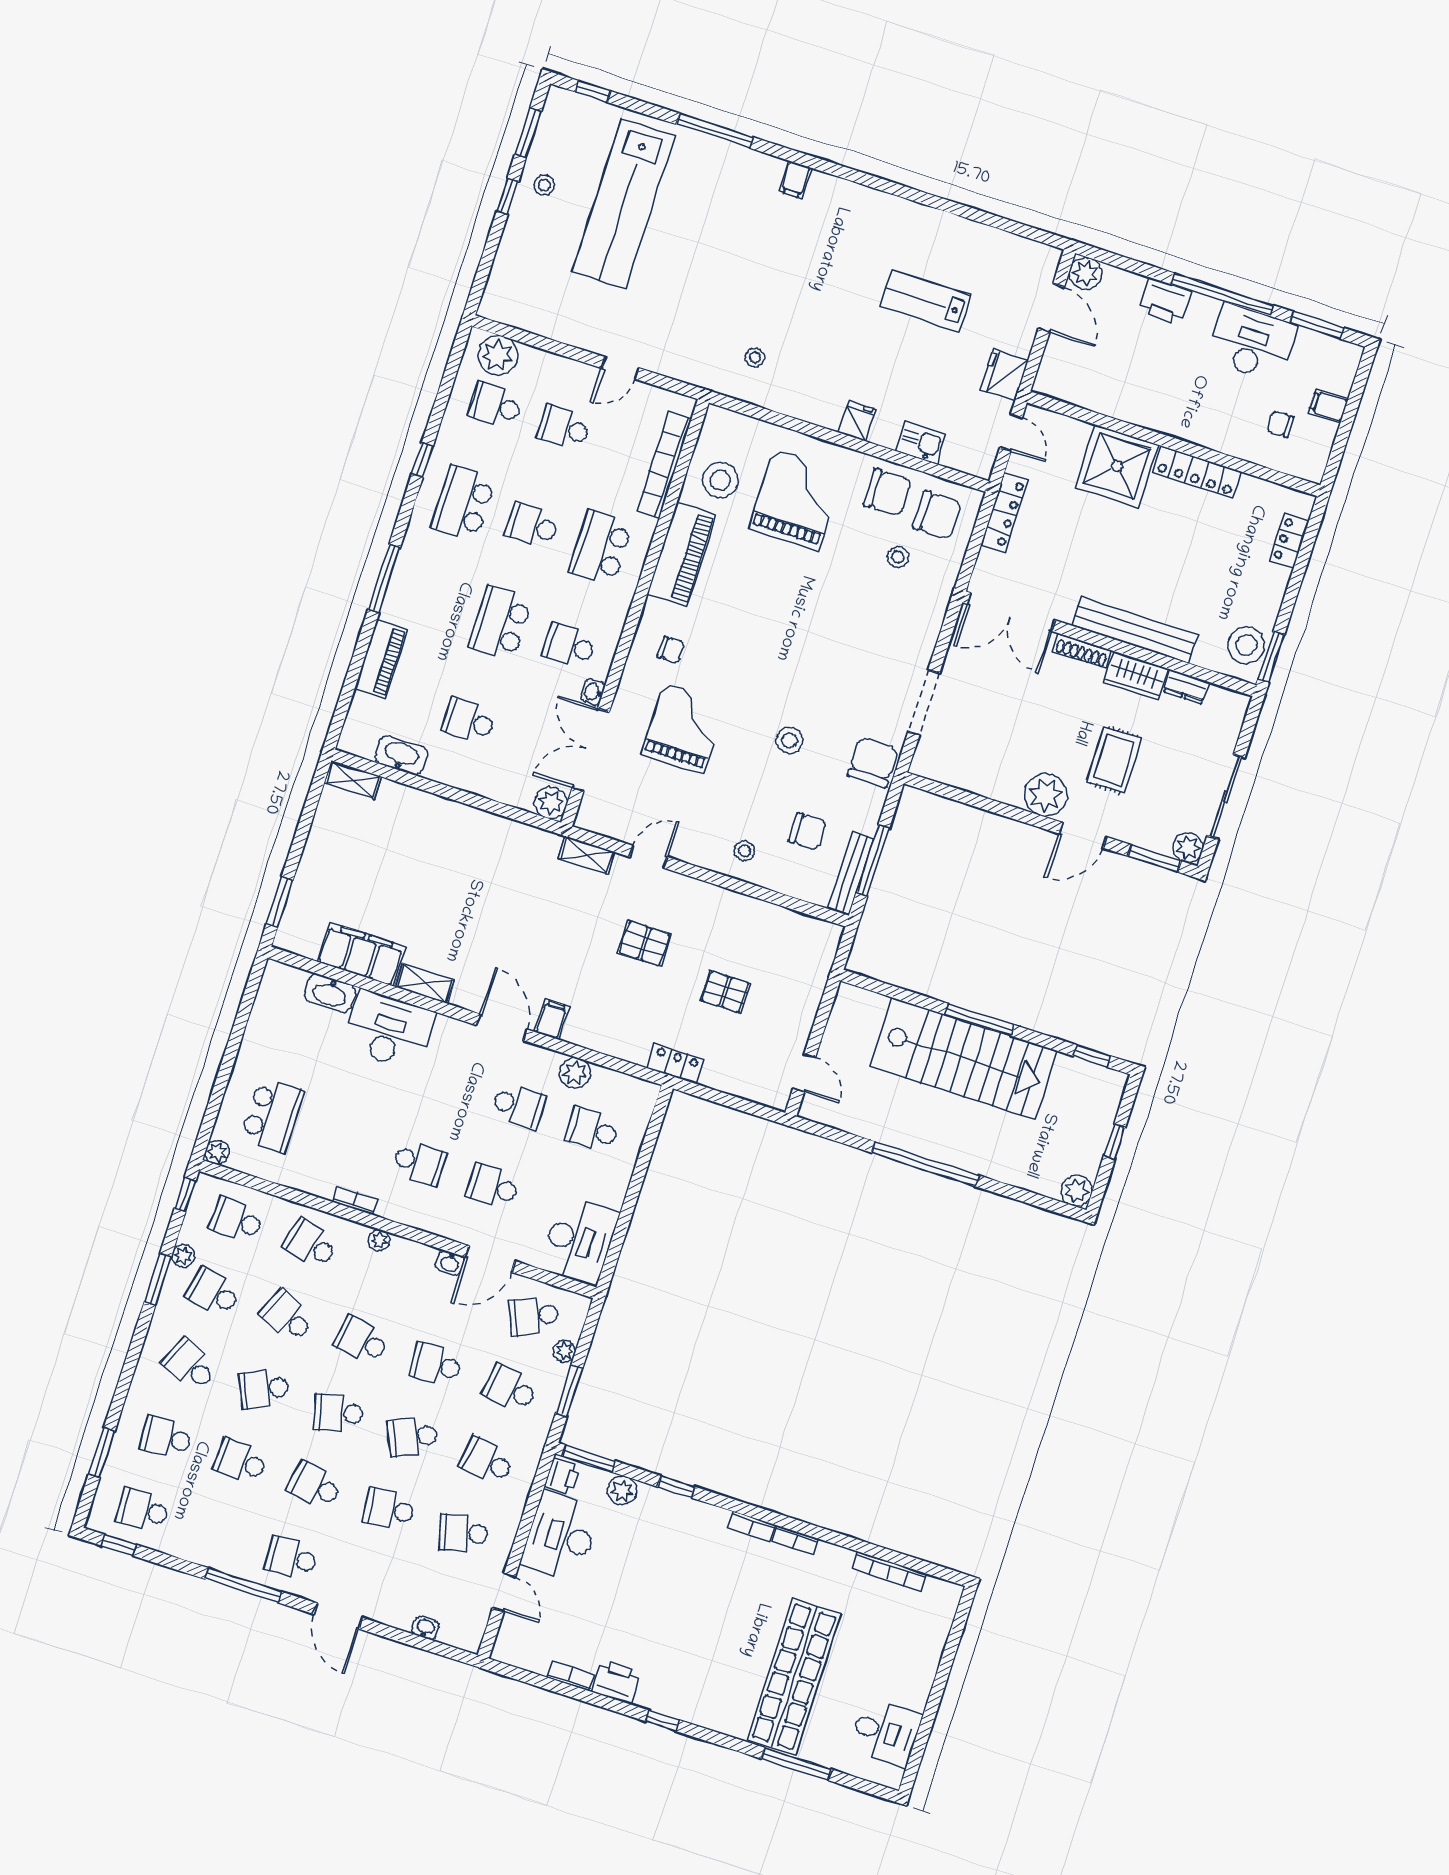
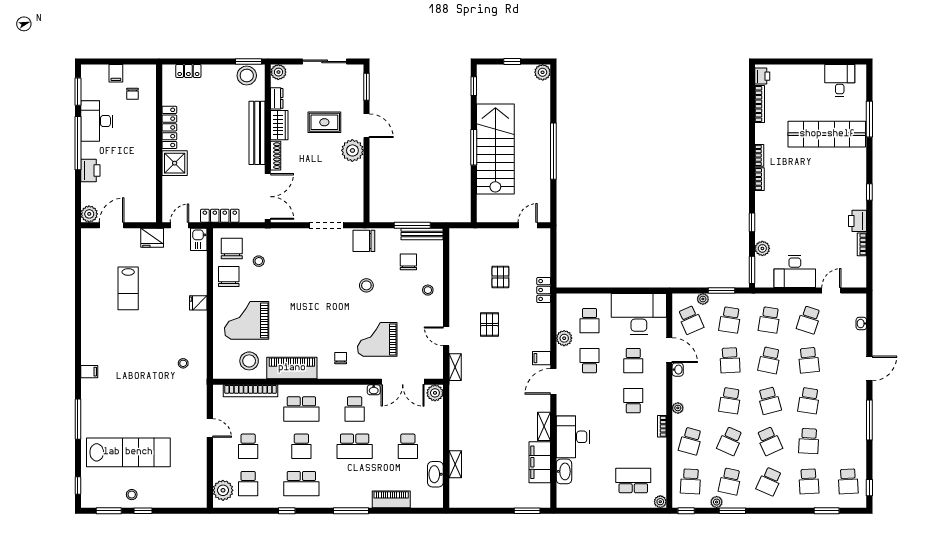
kitchen sink: (921, 443) -> (199, 239), moved
shower: (1117, 466) -> (175, 163), width x0.73, depth x0.73
shelving: (353, 780) -> (455, 464), moved
plant: (1188, 848) -> (278, 72), moved
desk: (579, 1241) -> (639, 314), width x1.36, depth x1.30
school desk: (413, 1437) -> (769, 360), turned 36
printer: (562, 1476) -> (762, 76), moved, turned 90
school desk: (463, 1533) -> (809, 320), turned 33
school desk: (291, 1558) -> (848, 401), removed

